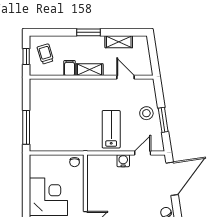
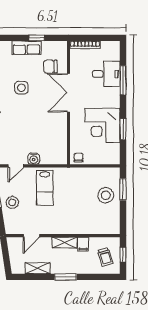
door: (126, 77) -> (31, 236), hinge flipped
stool: (45, 121) -> (106, 195), added
window: (26, 127) -> (123, 189), width x0.69
window: (26, 193) -> (123, 129), added

